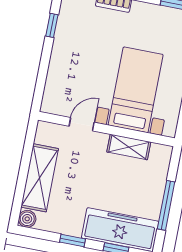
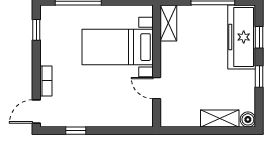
shelving: (129, 147) -> (168, 23), moved
shelving: (40, 178) -> (220, 118), width x0.67, depth x0.75

